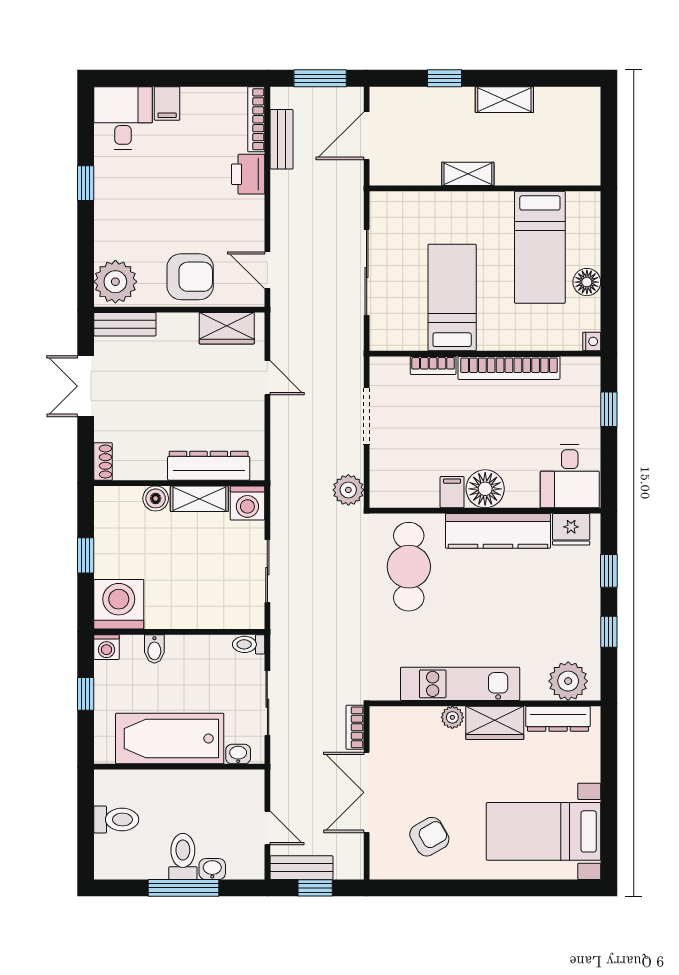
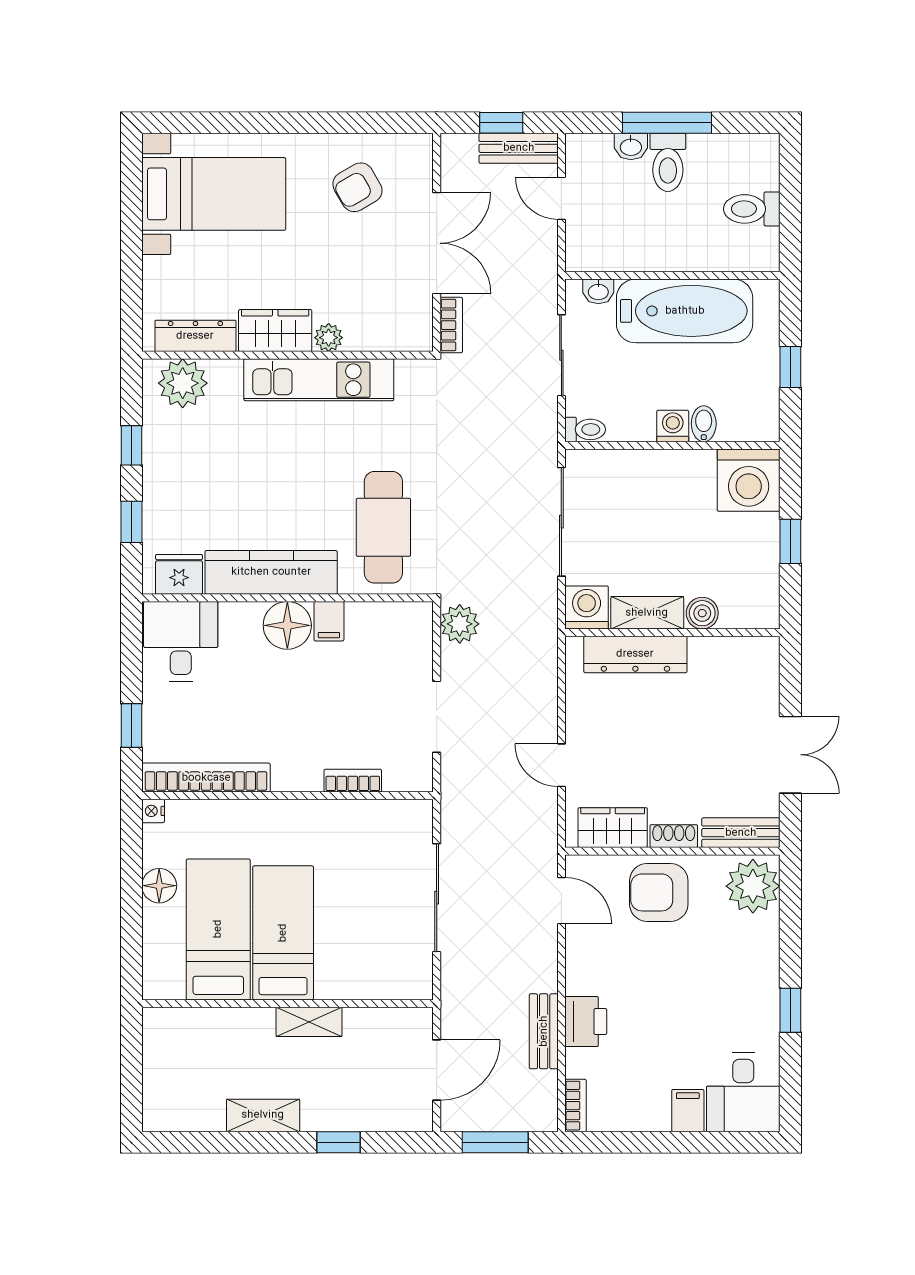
bookcase: (256, 119) -> (575, 1106), width x0.64
bench: (282, 139) -> (544, 1031), moved
bed: (452, 298) -> (283, 933), moved, turned 180
bookcase: (509, 368) -> (206, 778), moved
shoe rack: (103, 461) -> (674, 836), moved, turned 90
sliding door: (267, 571) -> (561, 522), width x1.37
washing machine: (106, 647) -> (673, 426), moved

